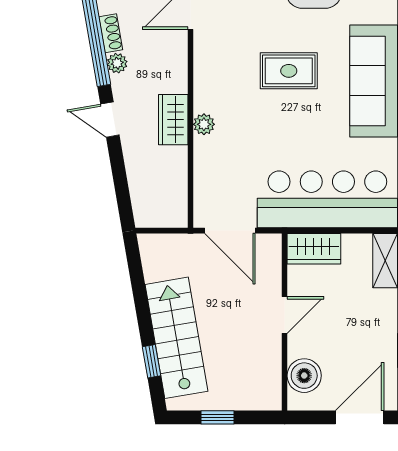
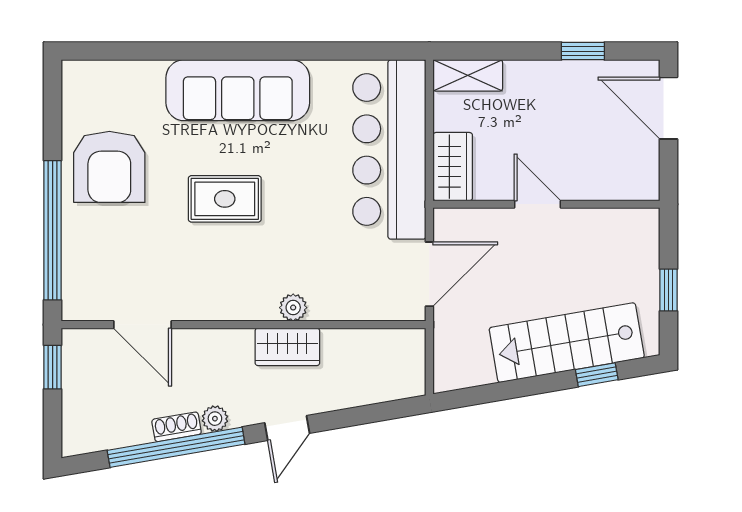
rug: (289, 71) -> (225, 199), turned 90
boiler: (304, 376) -> (615, 179), removed

